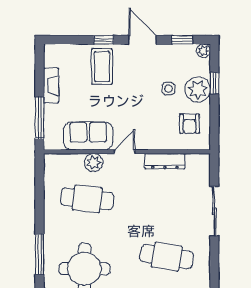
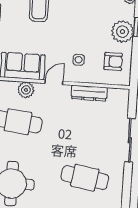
side table: (168, 89) -> (79, 60), moved
armchair: (189, 124) -> (113, 61), turned -90

